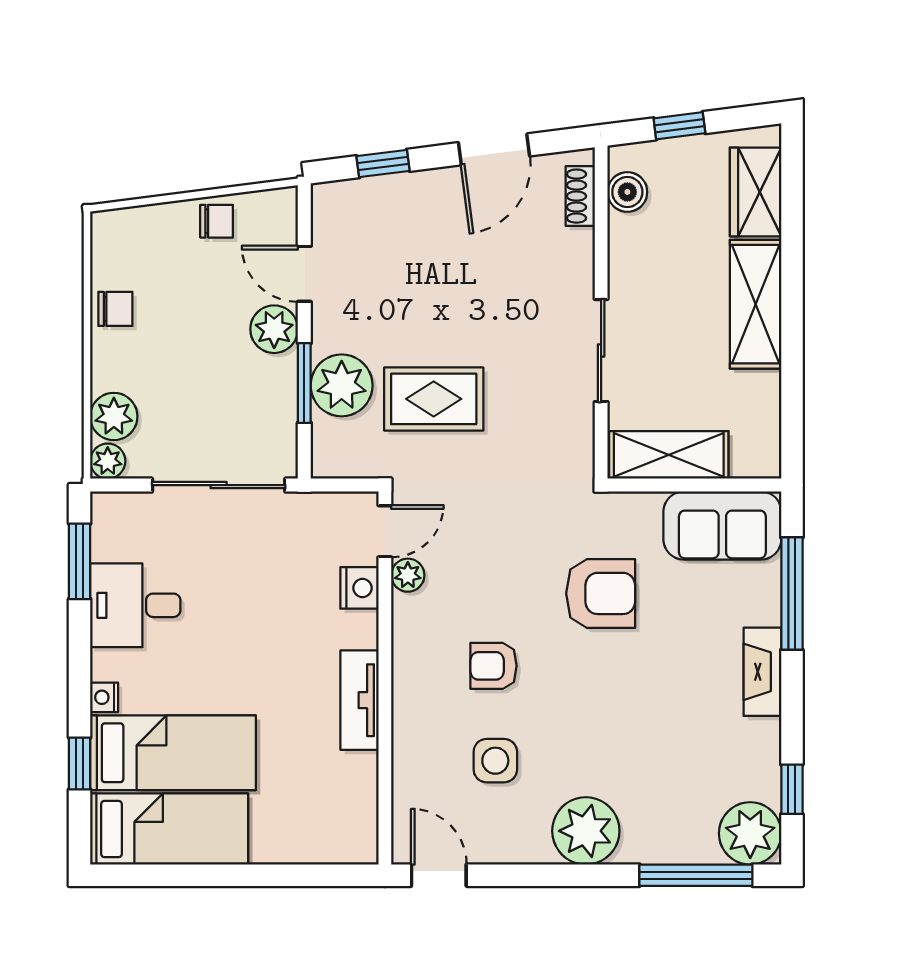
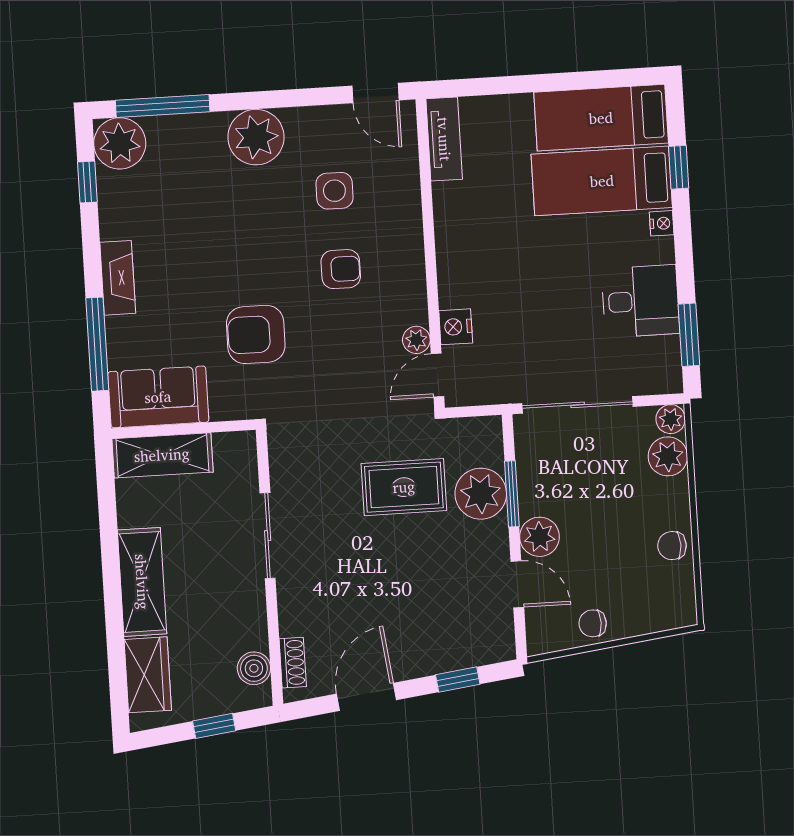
shelving: (669, 455) -> (162, 455), moved
tv unit: (359, 700) -> (444, 139), moved

